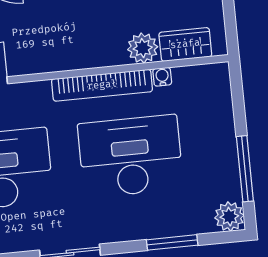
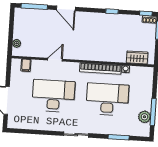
plant: (143, 48) -> (120, 56), removed
plant: (229, 217) -> (144, 117), moved

